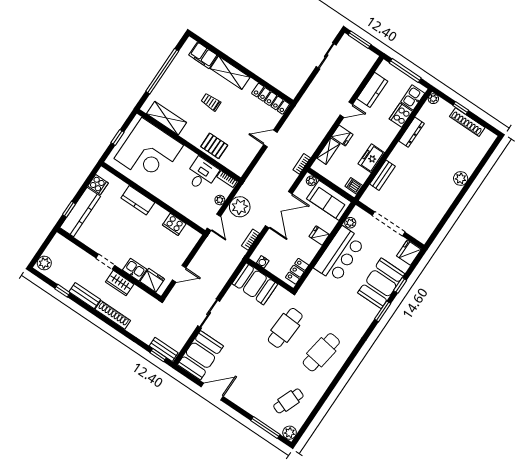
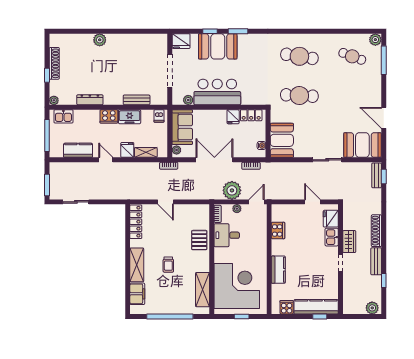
cooker: (401, 115) -> (109, 116), moved
fridge: (319, 236) -> (233, 117), moved

